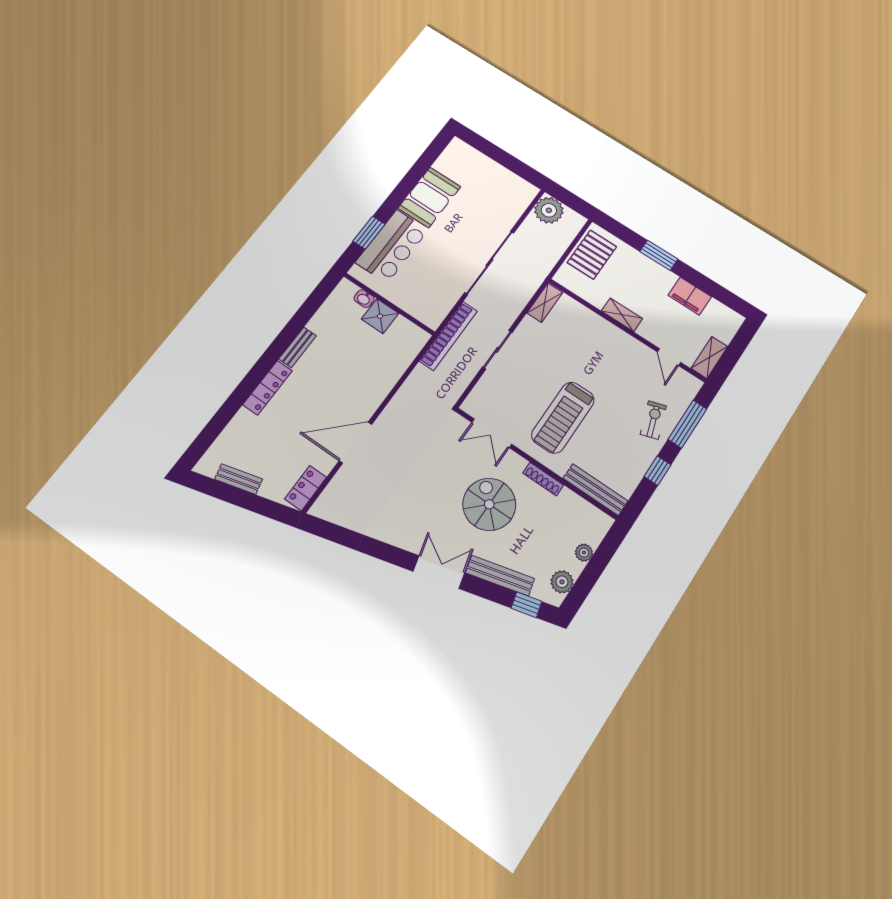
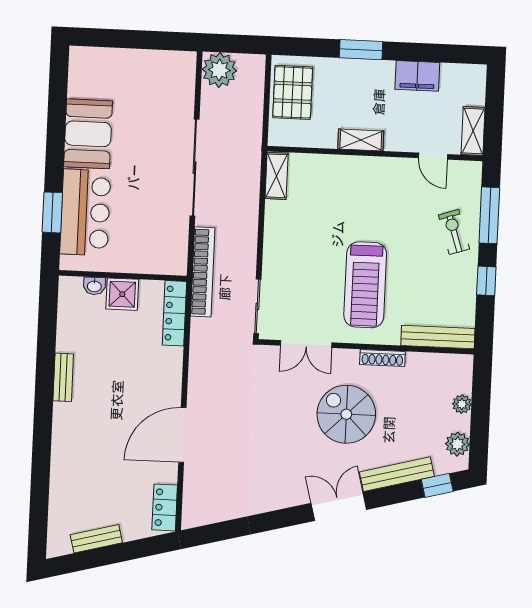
sliding door: (497, 350) -> (257, 306), moved
locker: (267, 388) -> (174, 313), moved, turned 180

